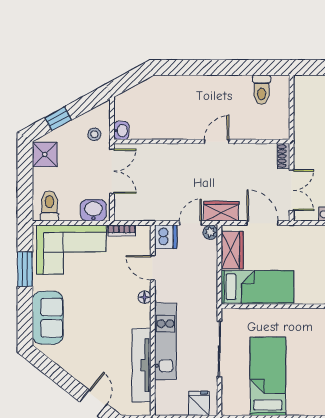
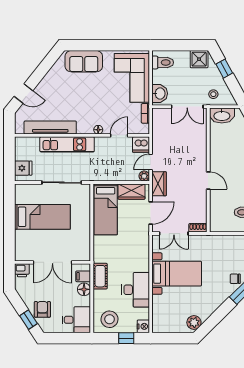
washbasin: (121, 131) -> (222, 116), width x1.91, depth x1.45
door: (190, 223) -> (151, 162), swing flipped
window: (25, 269) -> (118, 45), removed

